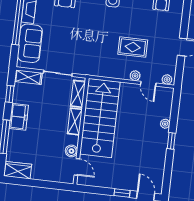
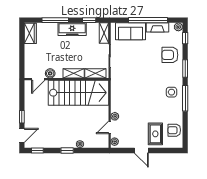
rug: (133, 47) -> (155, 134), moved
freezer: (19, 117) -> (72, 29), width x1.40
window: (167, 179) -> (37, 151), added

